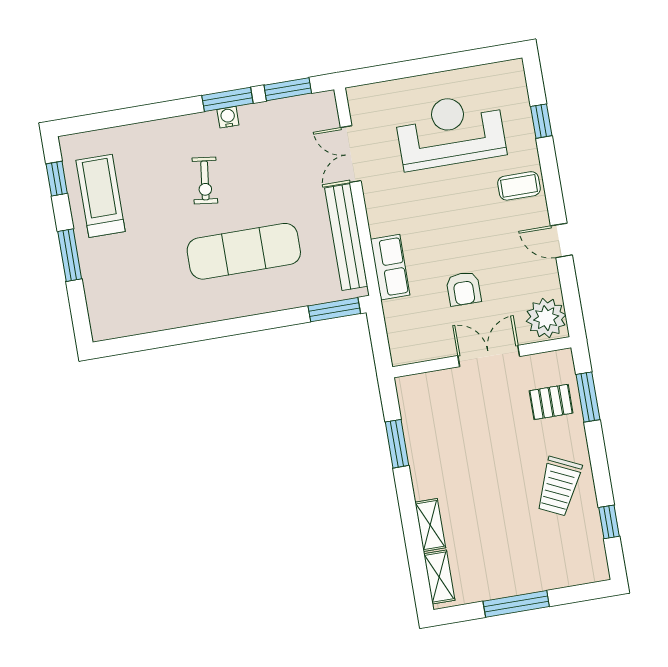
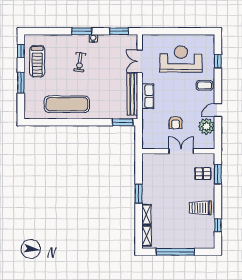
window: (227, 99) -> (82, 31), moved
treadmill: (101, 196) -> (37, 61), turned 180
door: (561, 240) -> (218, 110), hinge flipped
exercise mat: (244, 251) -> (67, 104), moved
row of seats: (390, 267) -> (148, 96), moved
plant: (546, 318) -> (206, 126), moved
window: (397, 444) -> (139, 194), moved
trolley: (559, 486) -> (200, 208), turned 65
window: (516, 604) -> (175, 252), width x1.46

